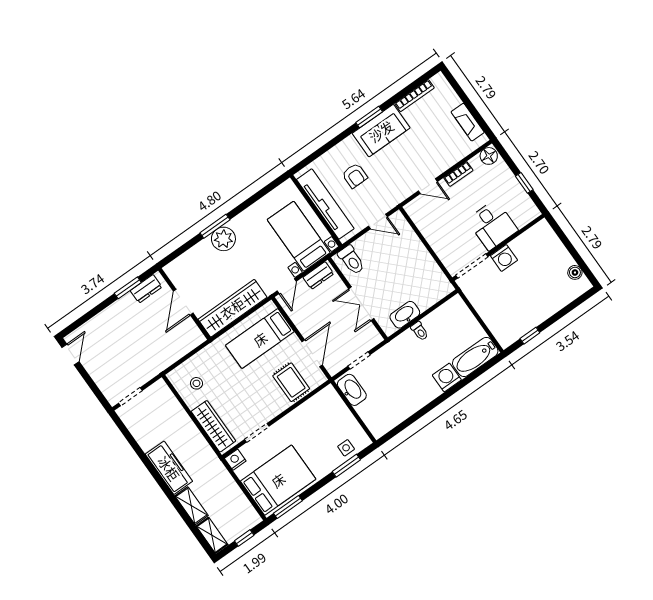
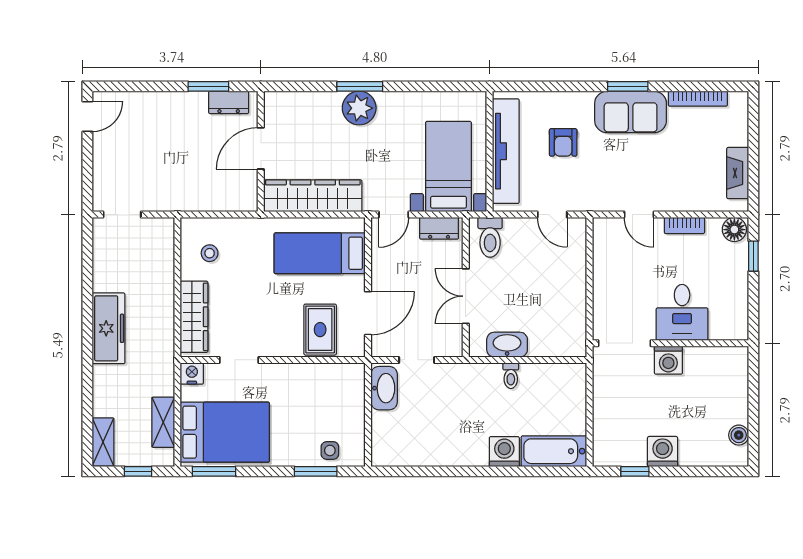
window: (524, 183) -> (753, 256), moved
washing machine: (538, 313) -> (663, 452), added
shelving: (191, 506) -> (163, 422), moved

